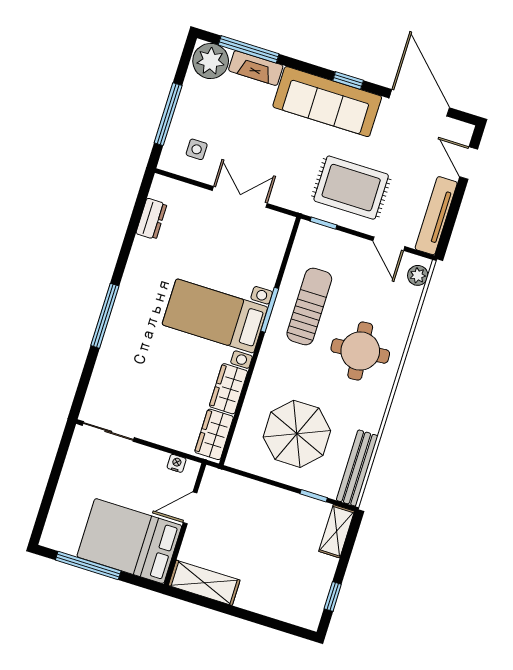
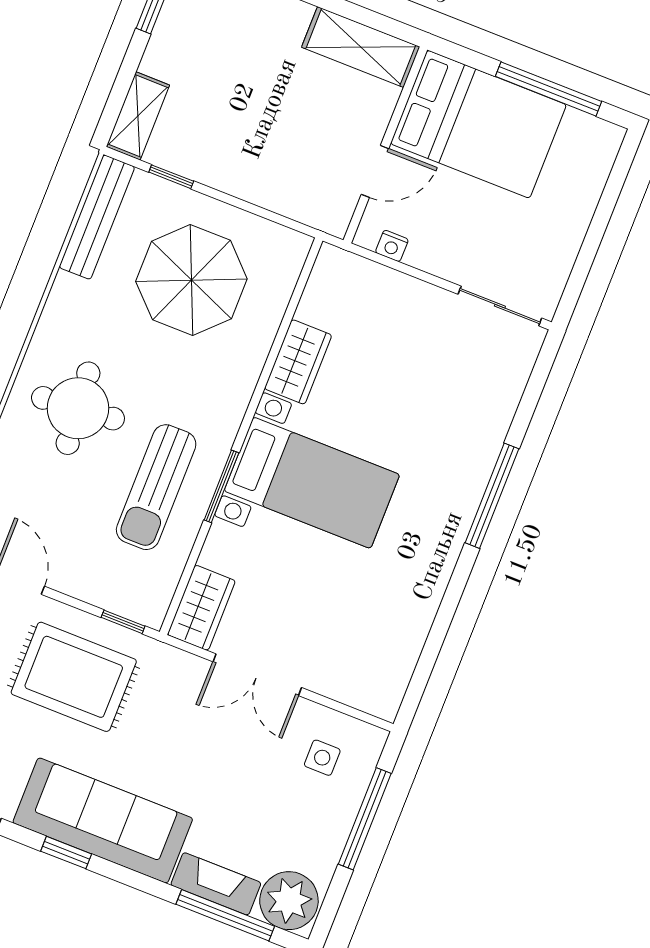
dresser: (151, 219) -> (404, 649), removed
wardrobe: (214, 434) -> (201, 608), moved

